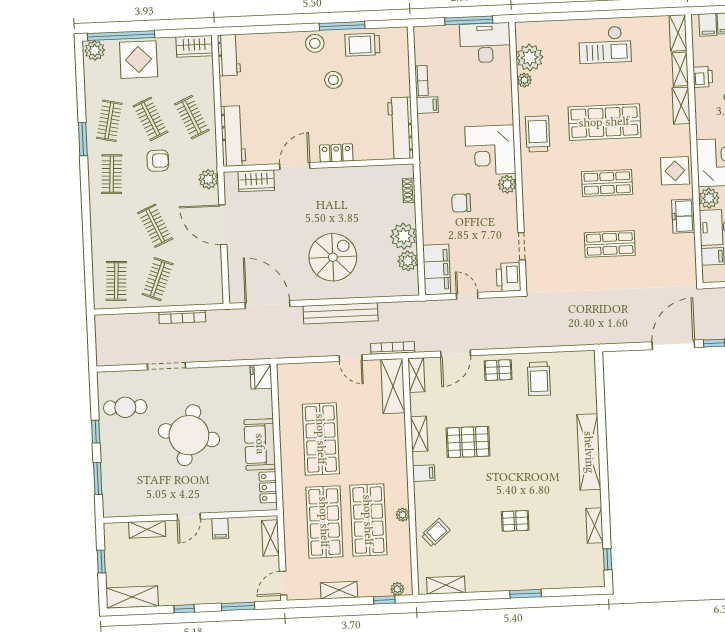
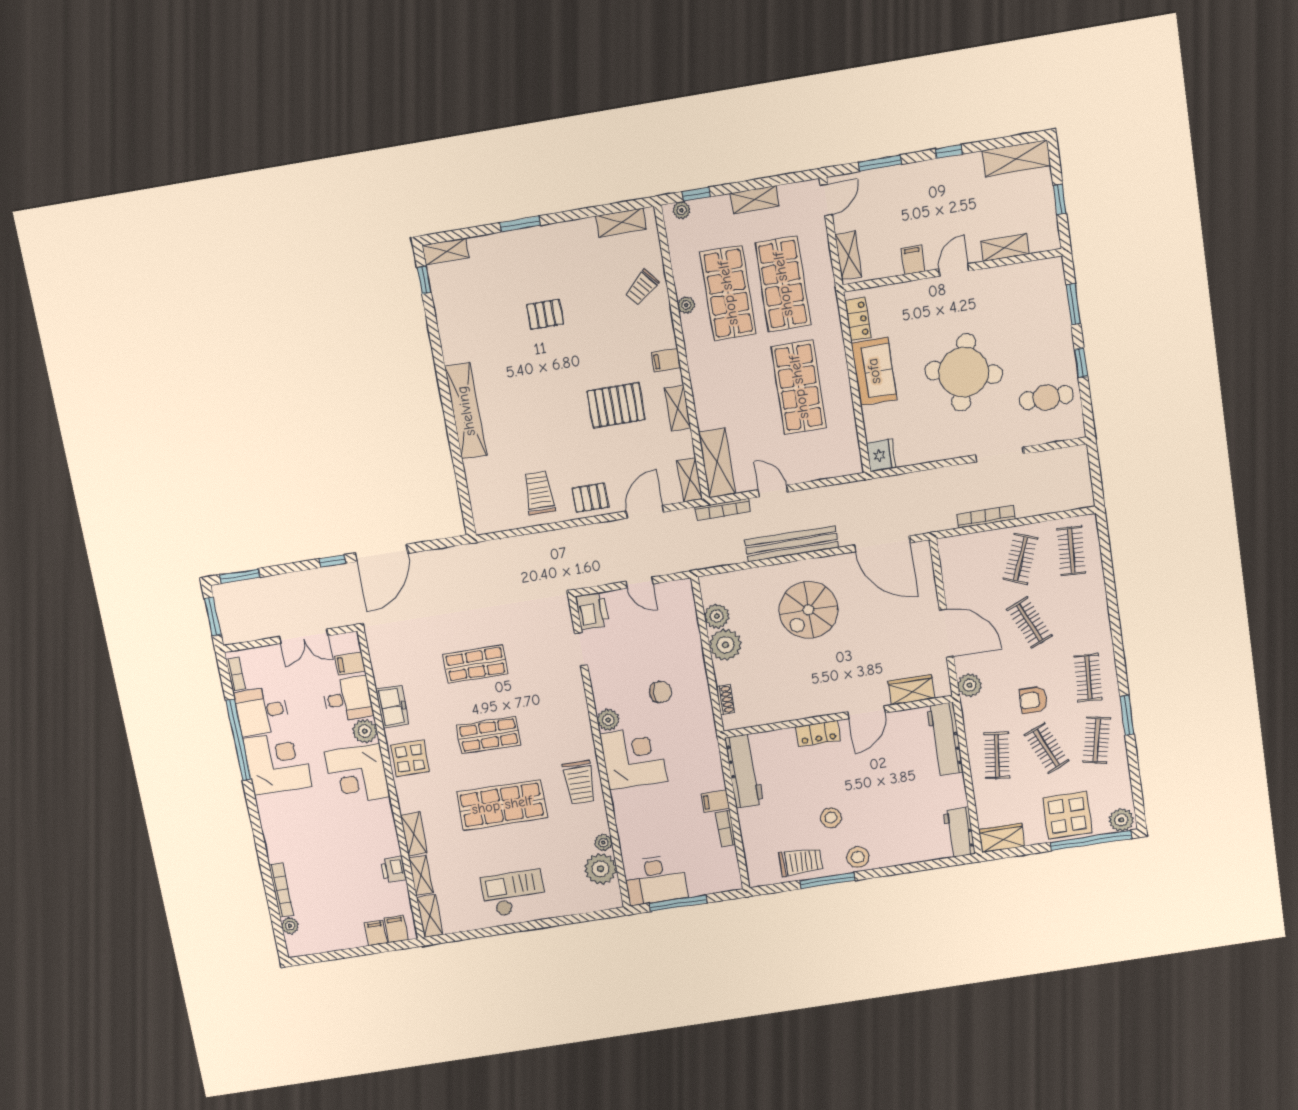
clothes rail: (192, 117) -> (997, 756), turned 30
filing cabinet: (437, 270) -> (680, 610), removed
shelving: (595, 526) -> (446, 251), moved, turned 90

